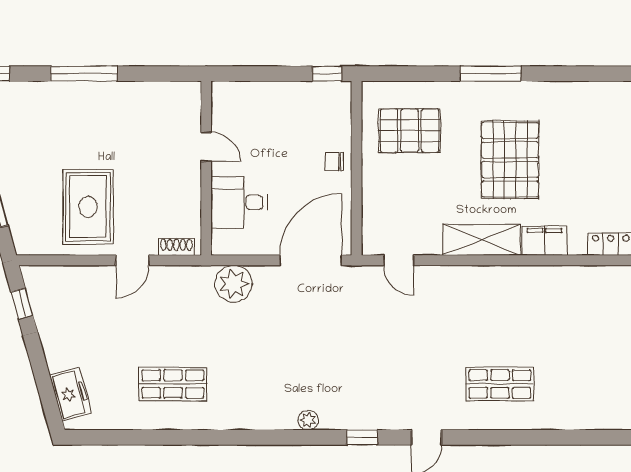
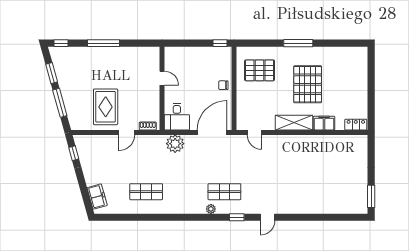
desk: (239, 202) -> (177, 117), moved, turned -90
shop shelf: (500, 384) -> (224, 192), moved

